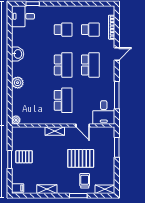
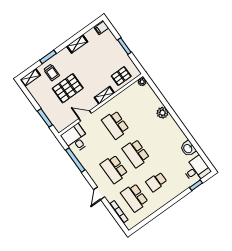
school desk: (90, 30) -> (134, 198), width x1.85
washbasin: (18, 54) -> (188, 148), moved
pallet: (24, 157) -> (121, 76), moved

